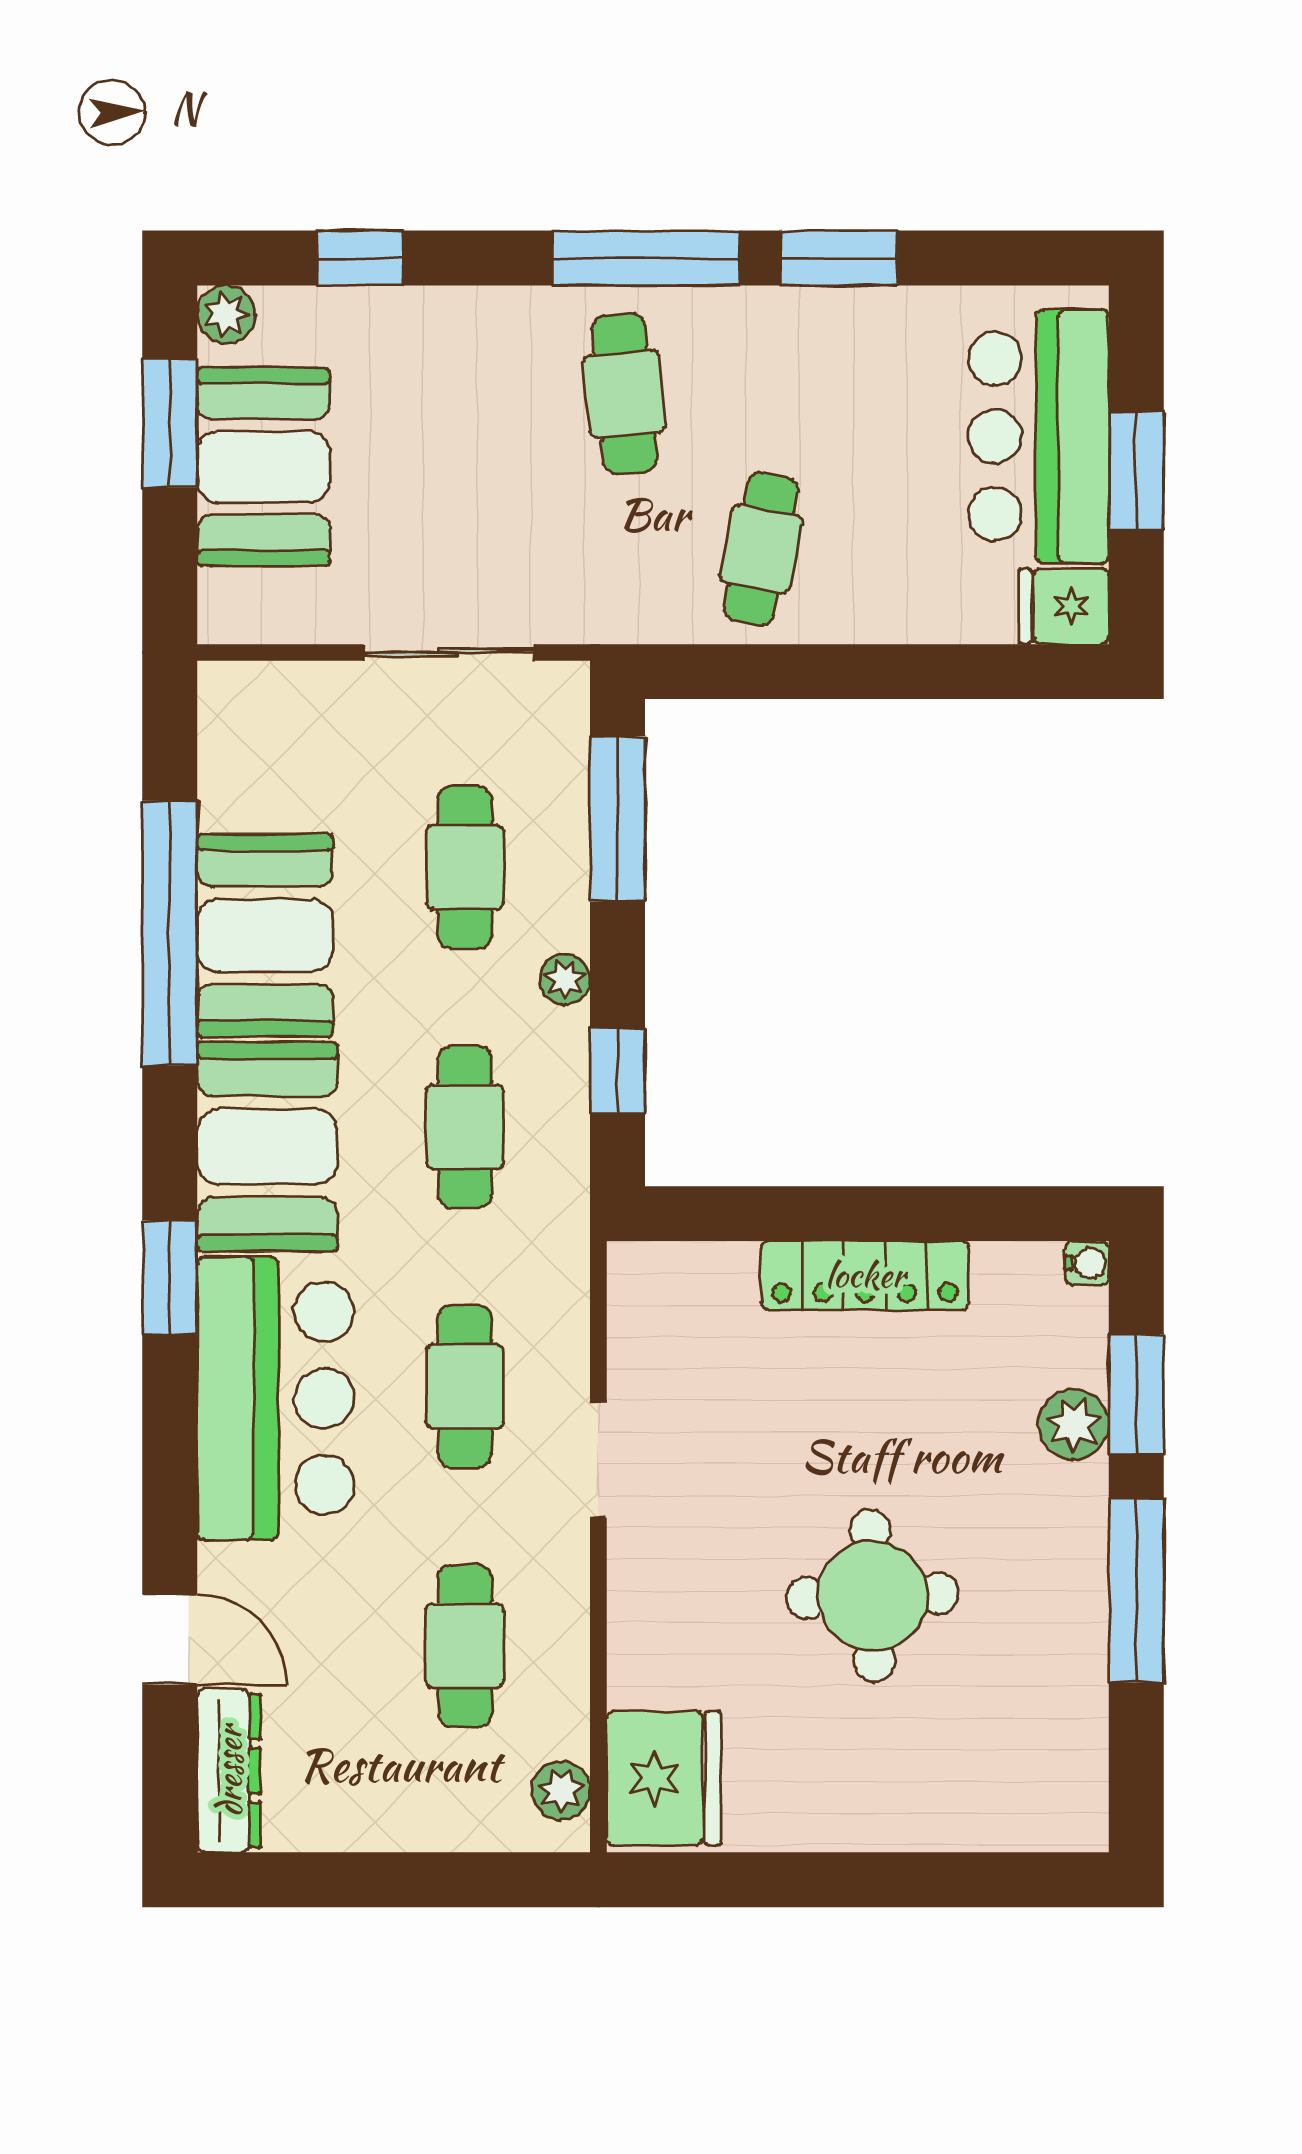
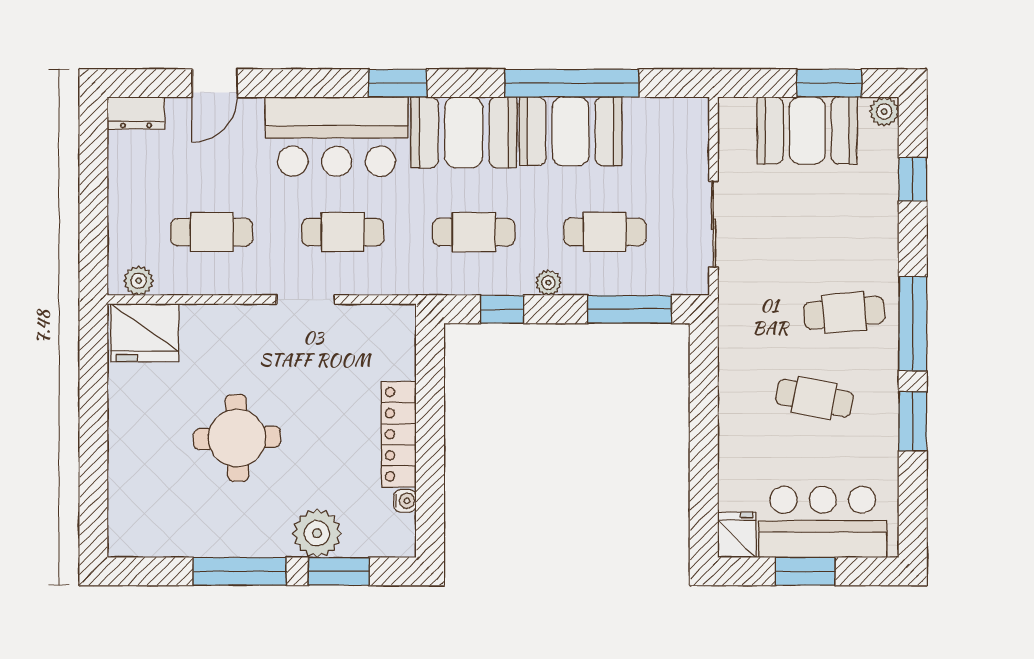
cafe table: (761, 549) -> (814, 398), moved
water cooler: (1087, 1263) -> (405, 501), moved, turned -90
plant: (1074, 1424) -> (317, 533), width x1.36, depth x1.36
dresser: (229, 1771) -> (136, 113), width x0.70

